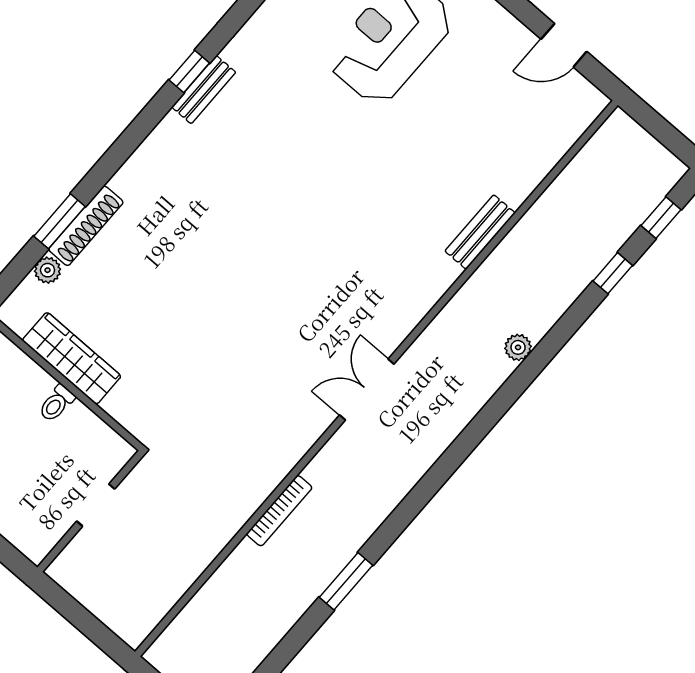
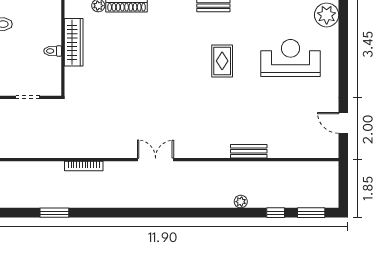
rug: (302, 151) -> (222, 61), added
window: (661, 218) -> (311, 213), width x1.50
plant: (518, 347) -> (241, 202), moved
window: (346, 581) -> (54, 213), moved

